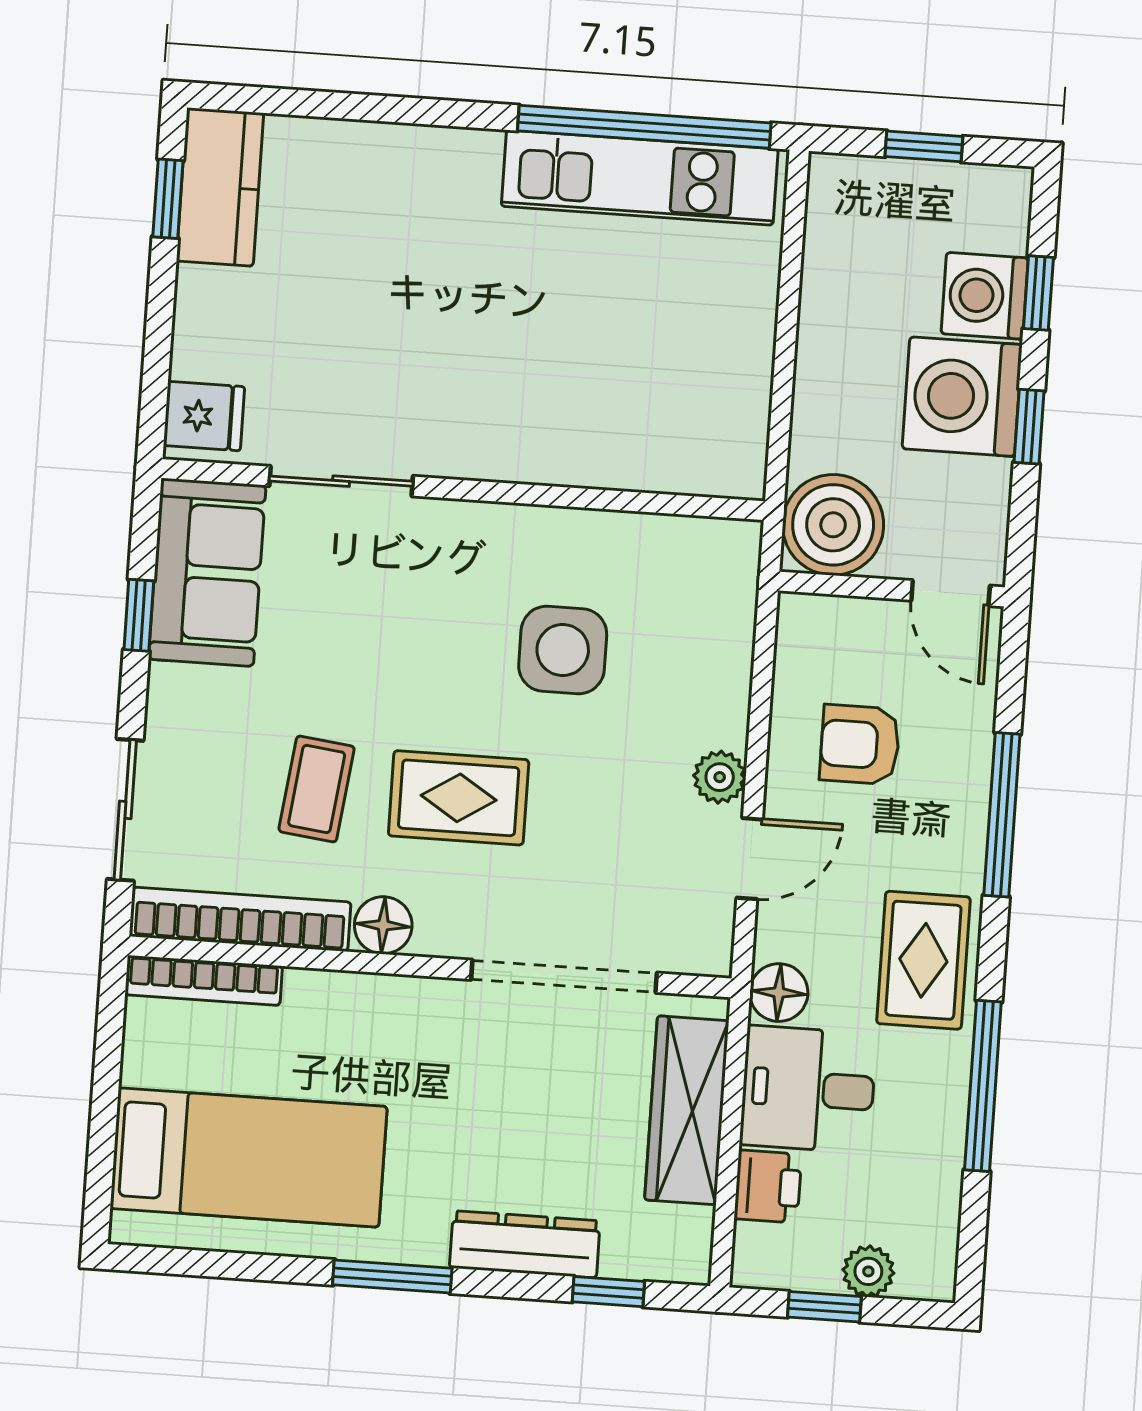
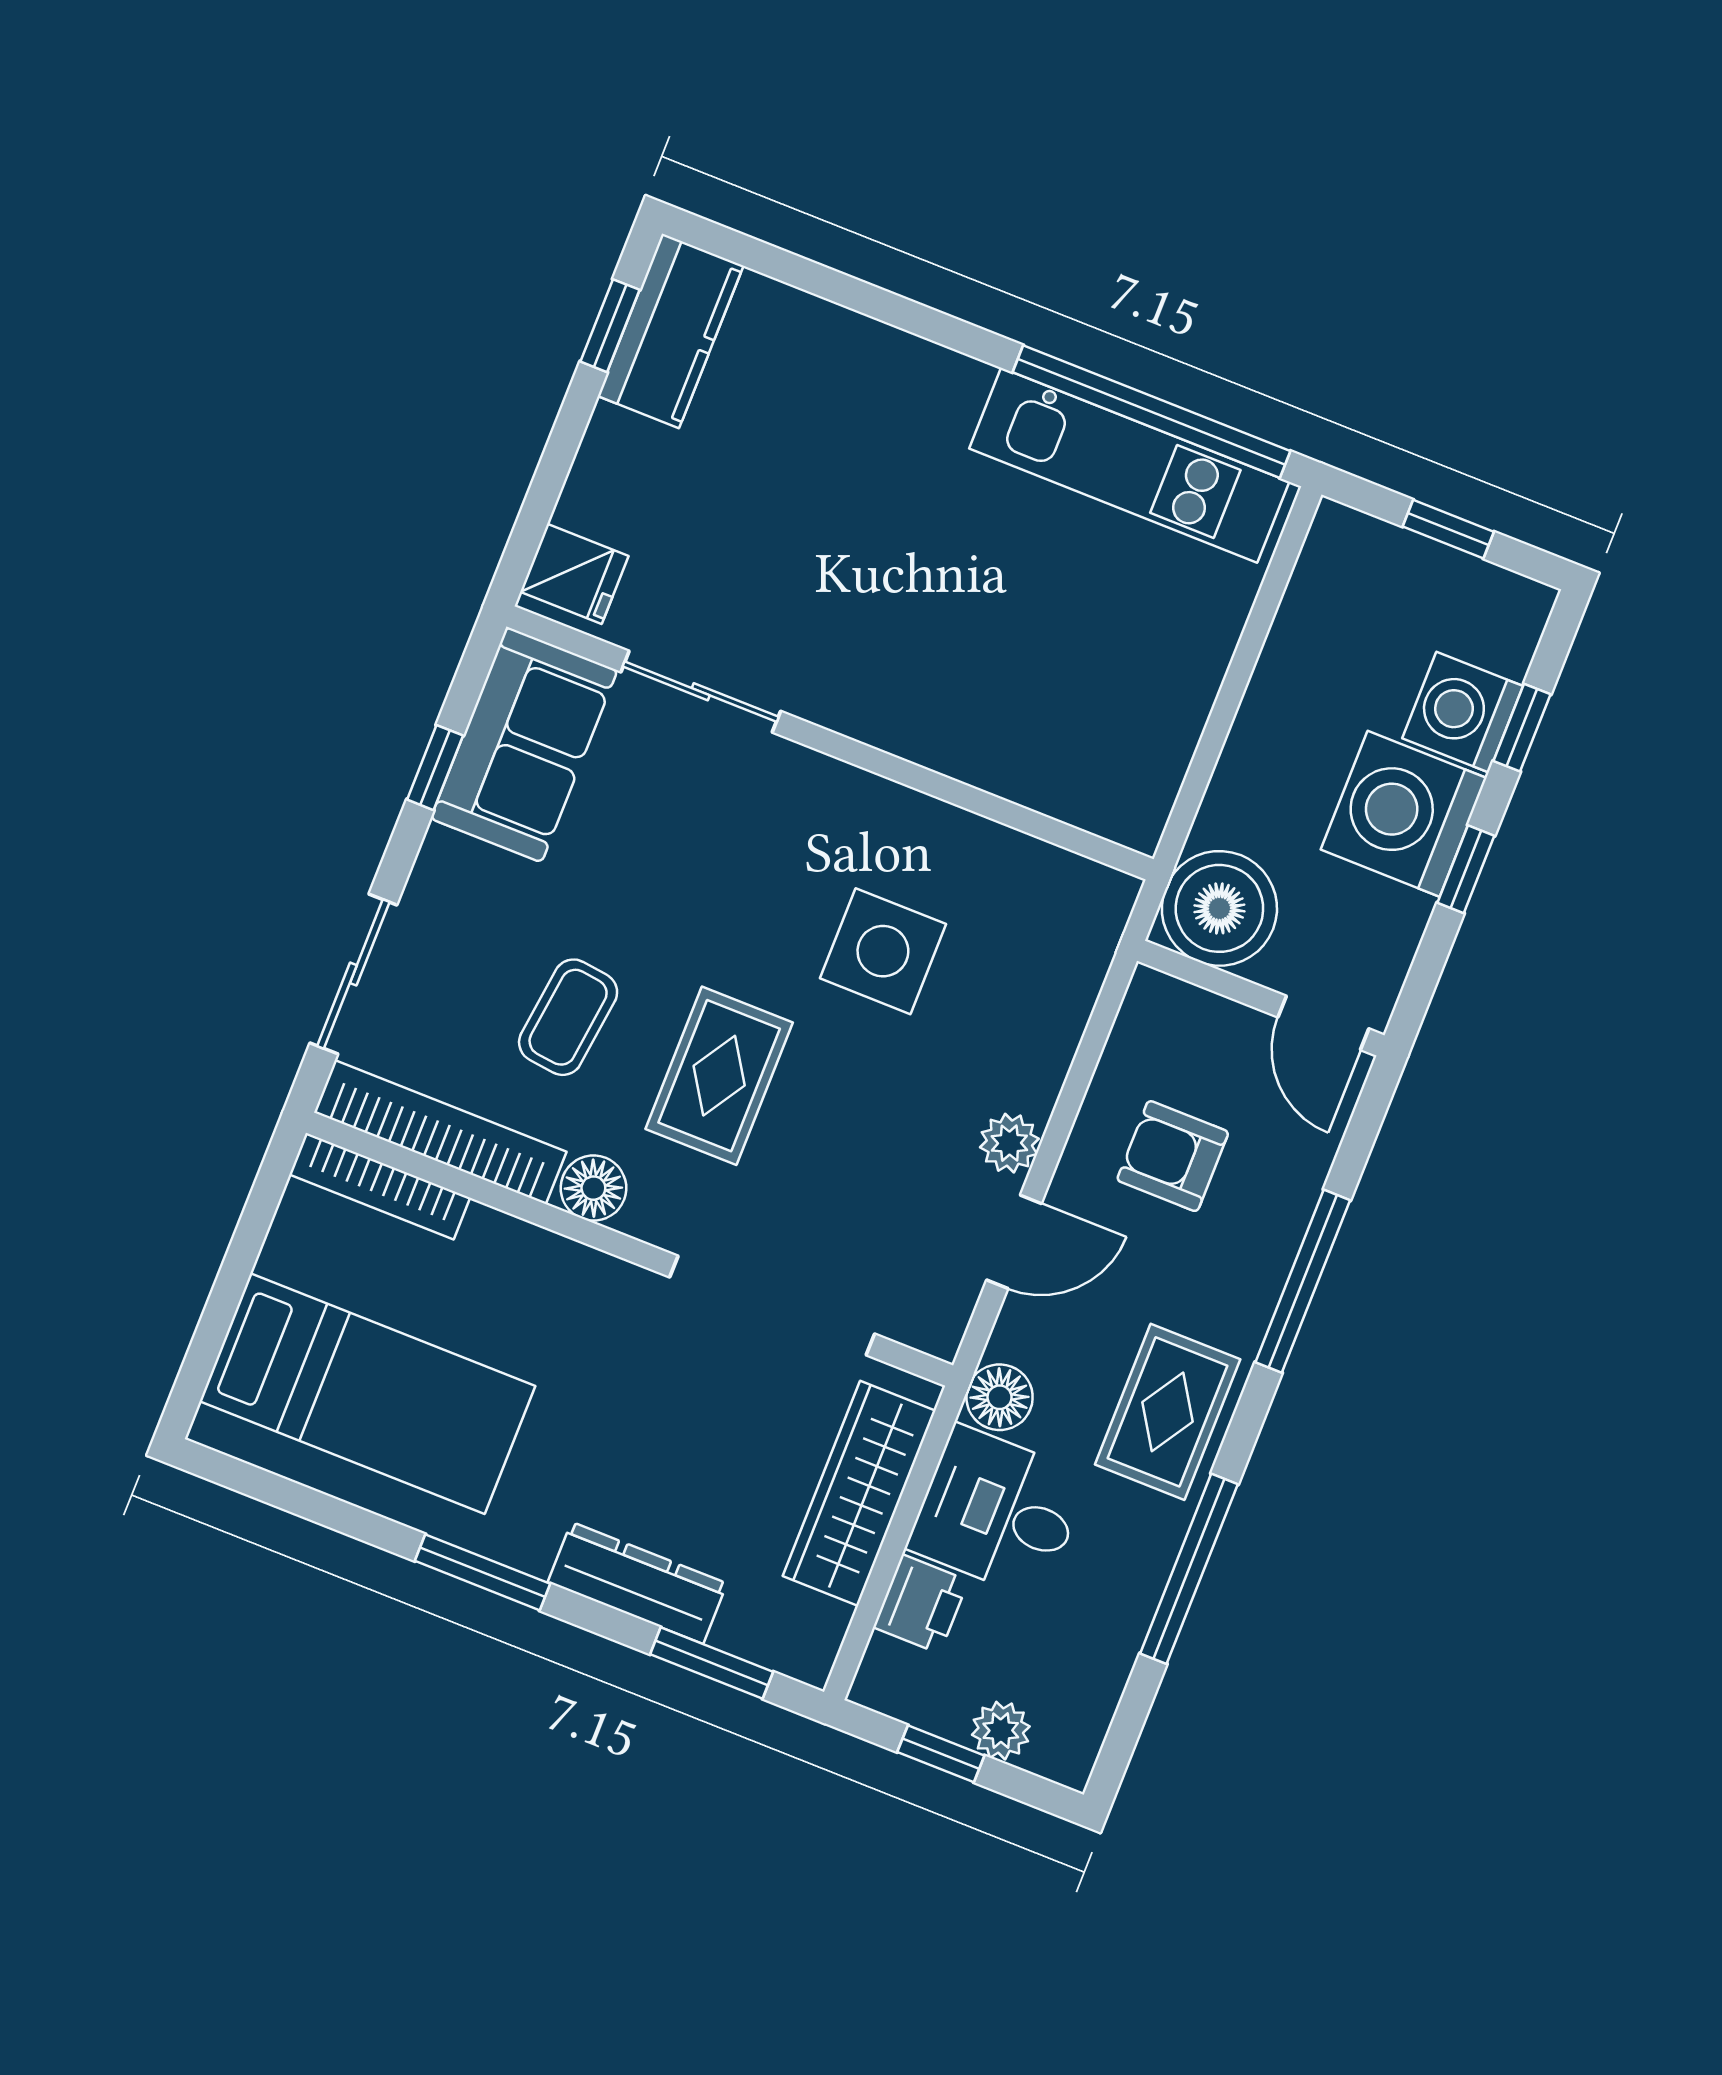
rug: (459, 798) -> (719, 1076), turned 90
window: (608, 1292) -> (712, 1663), width x1.50

